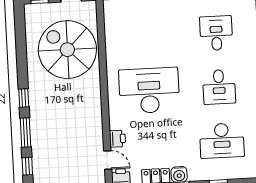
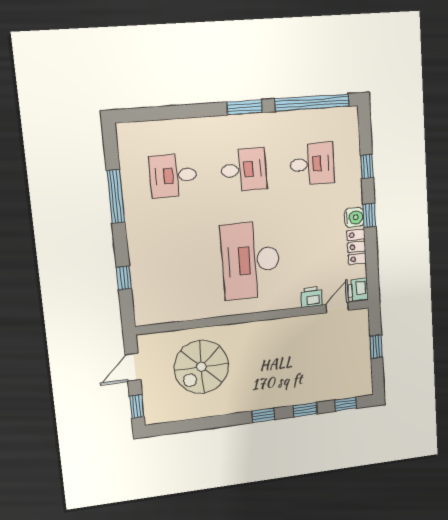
spiral stairs: (67, 50) -> (201, 367), width x0.73, depth x0.73
window: (26, 132) -> (305, 410), width x0.67
desk: (222, 141) -> (312, 164), width x0.73

